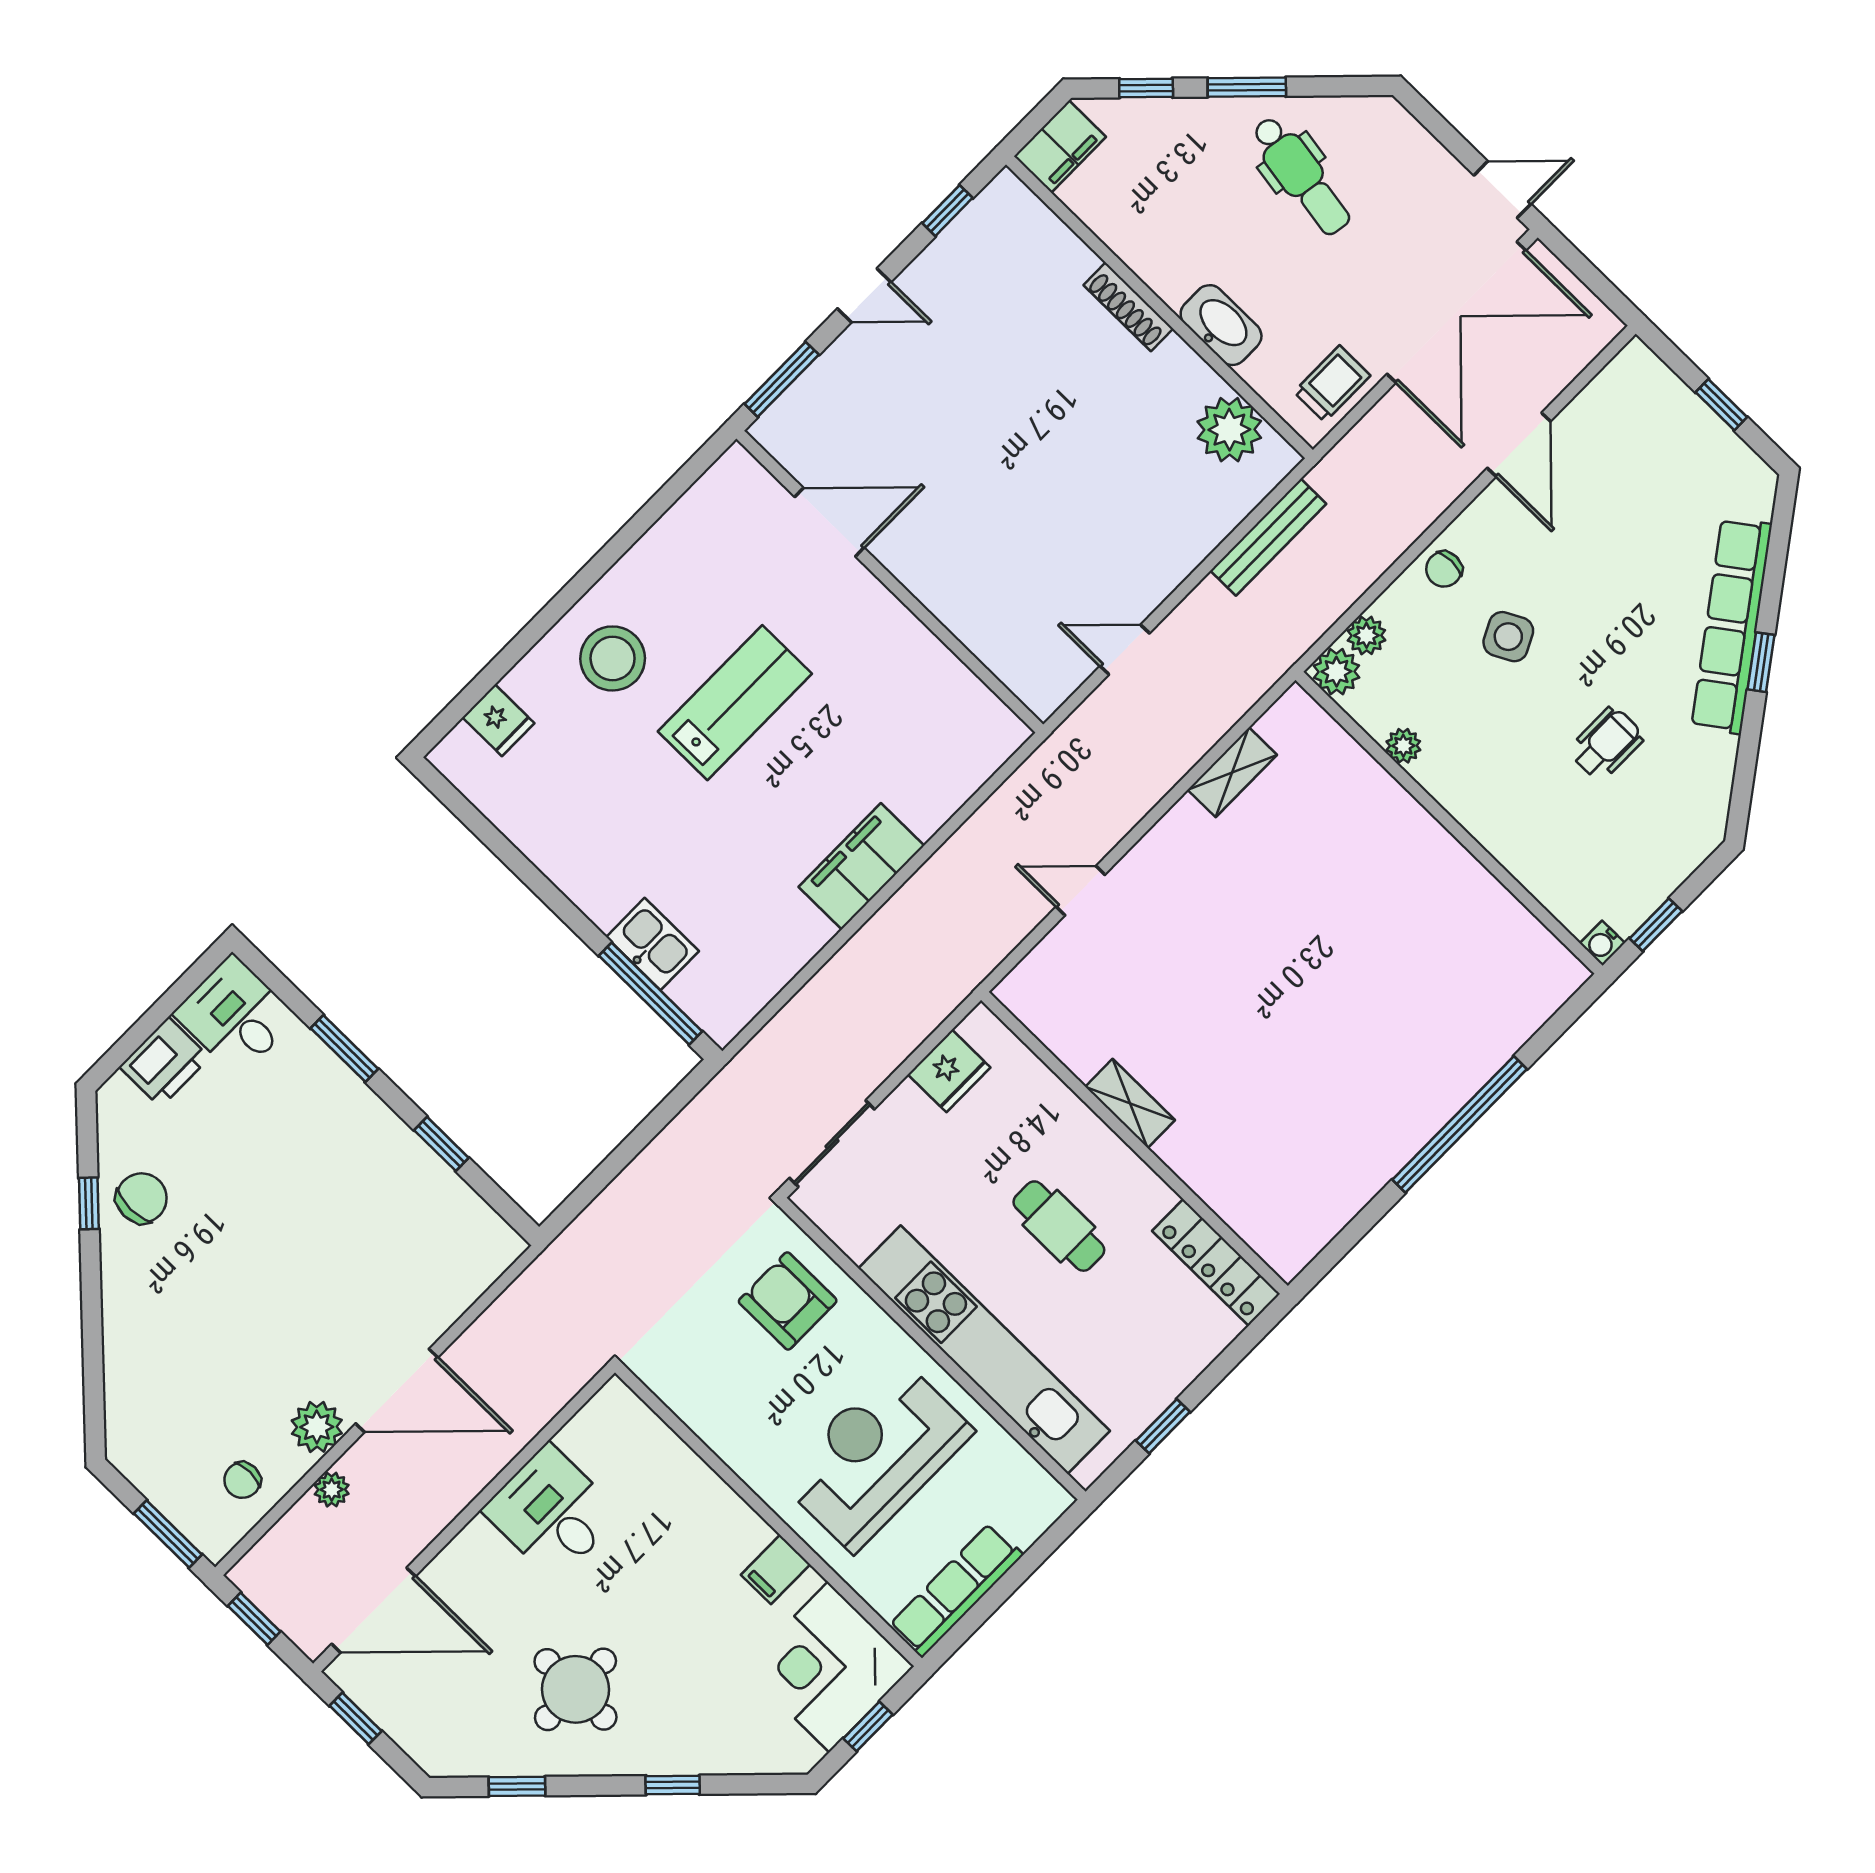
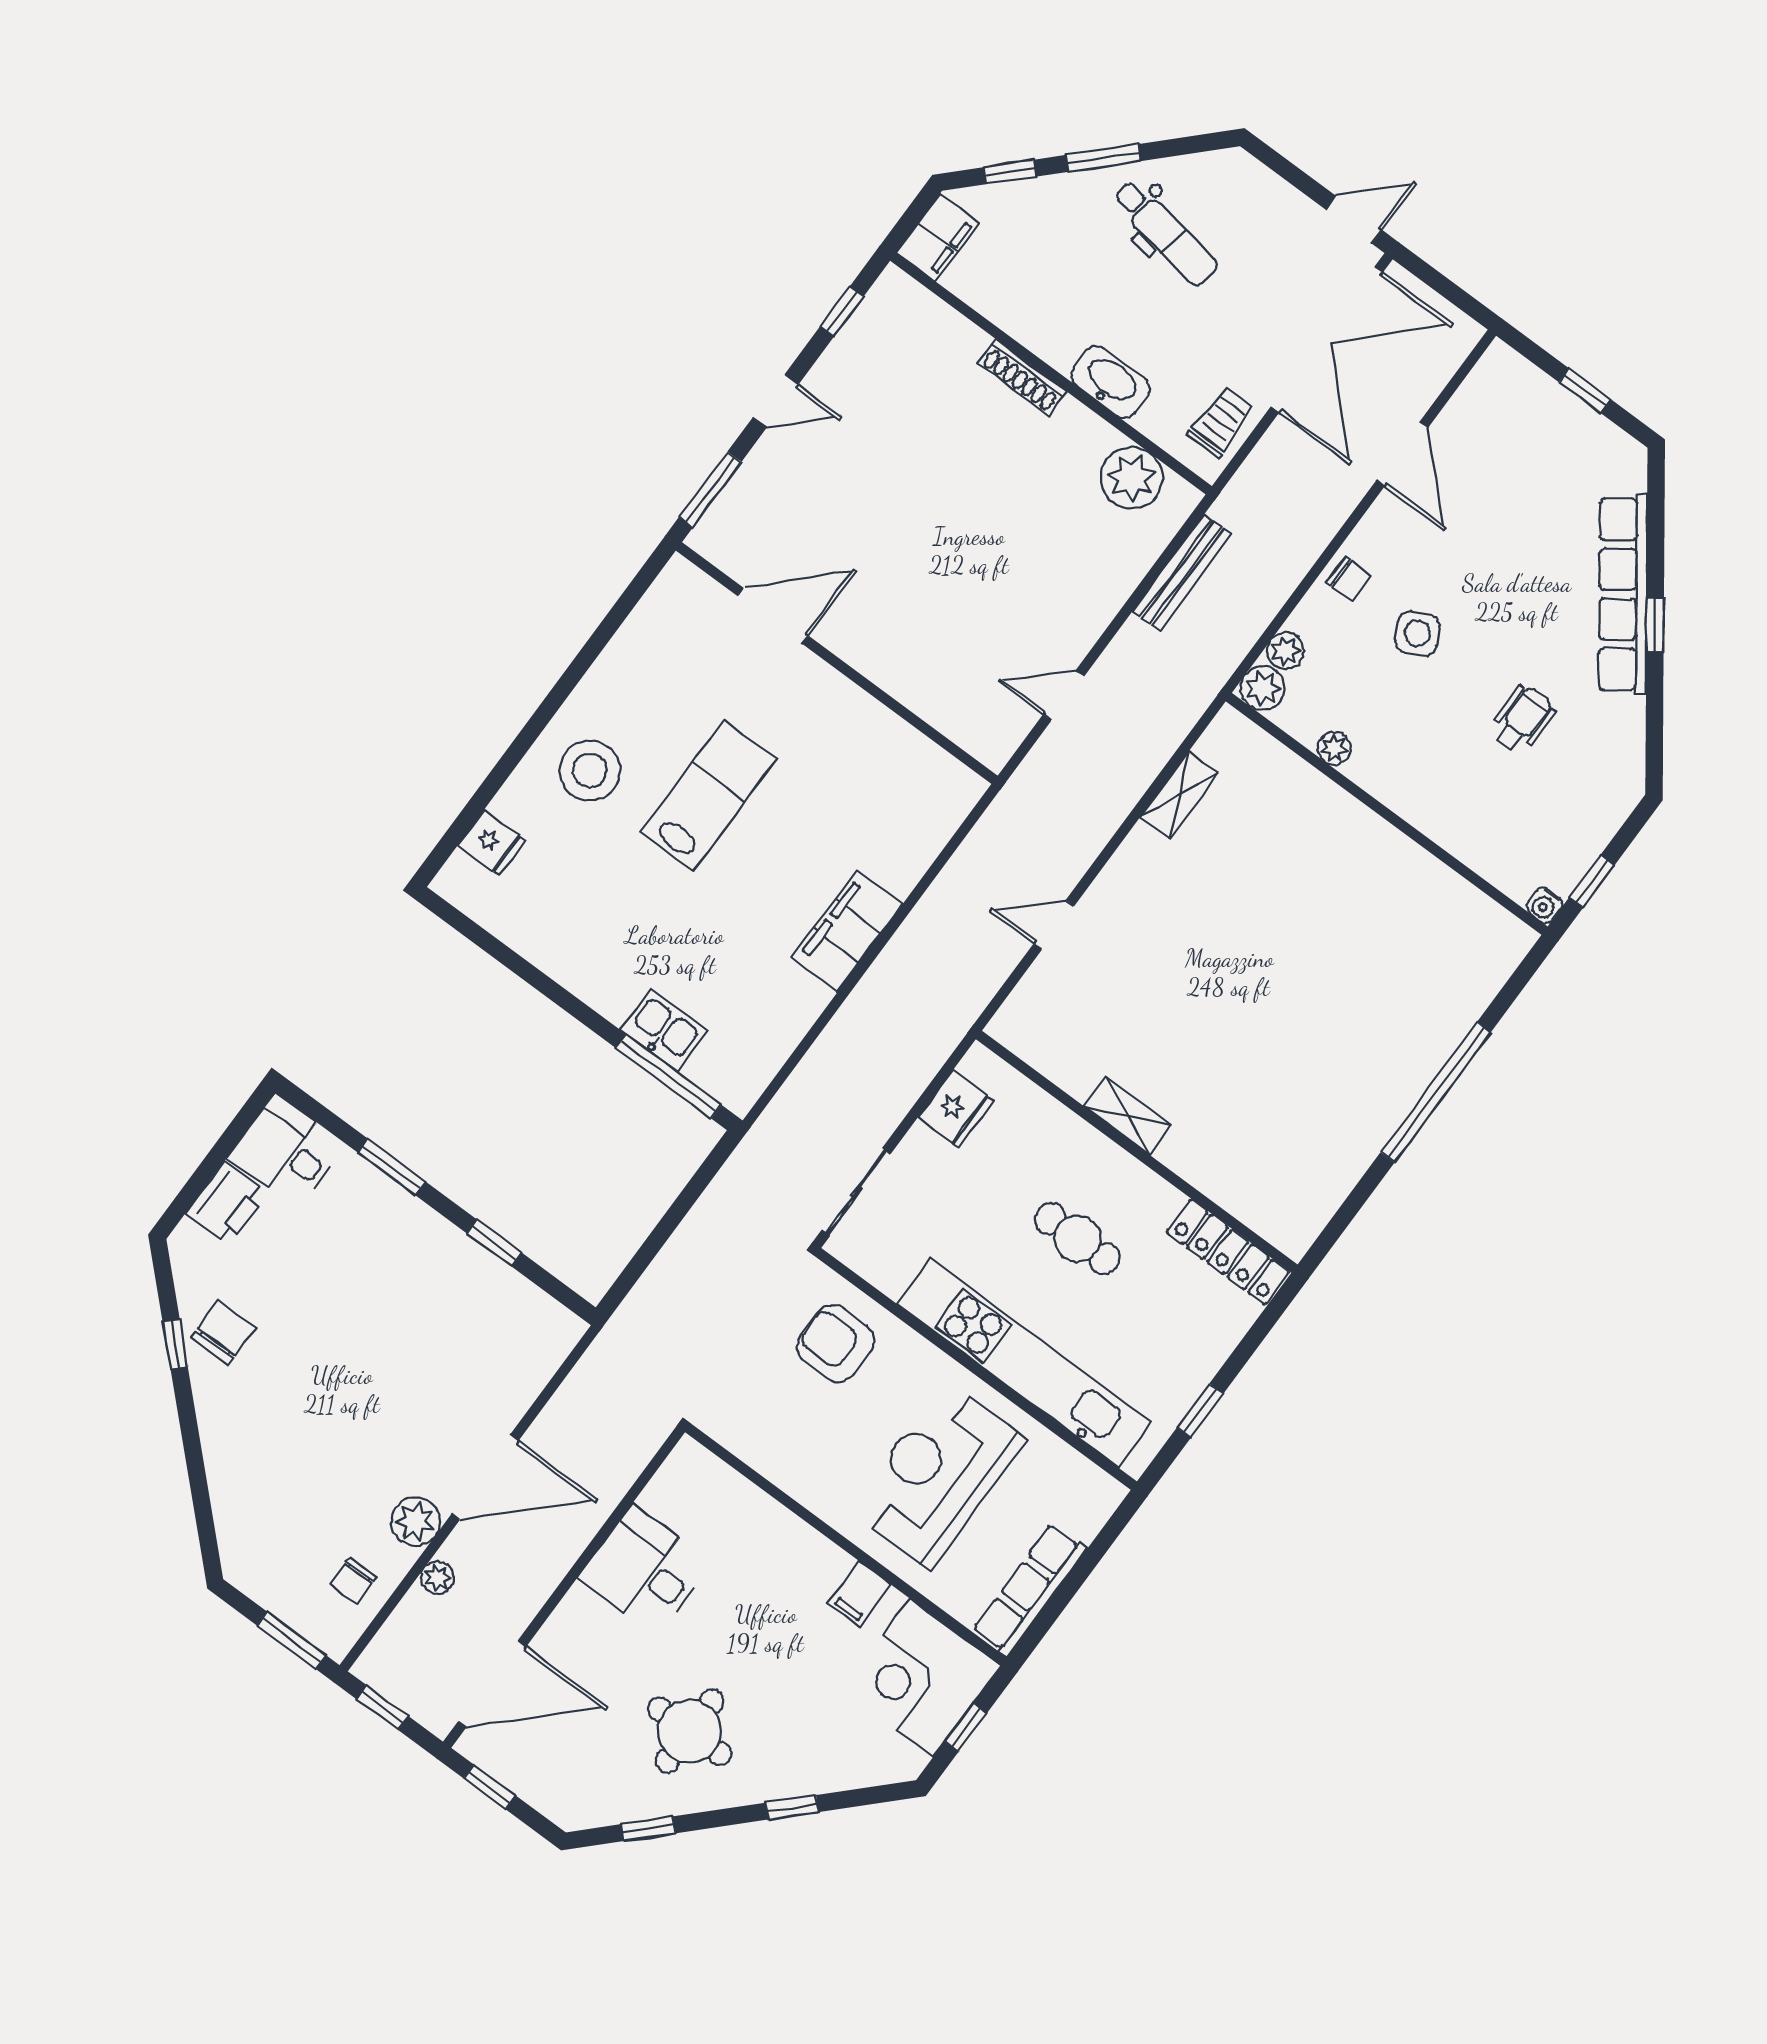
chair: (1444, 569) -> (1349, 579), turned -90

